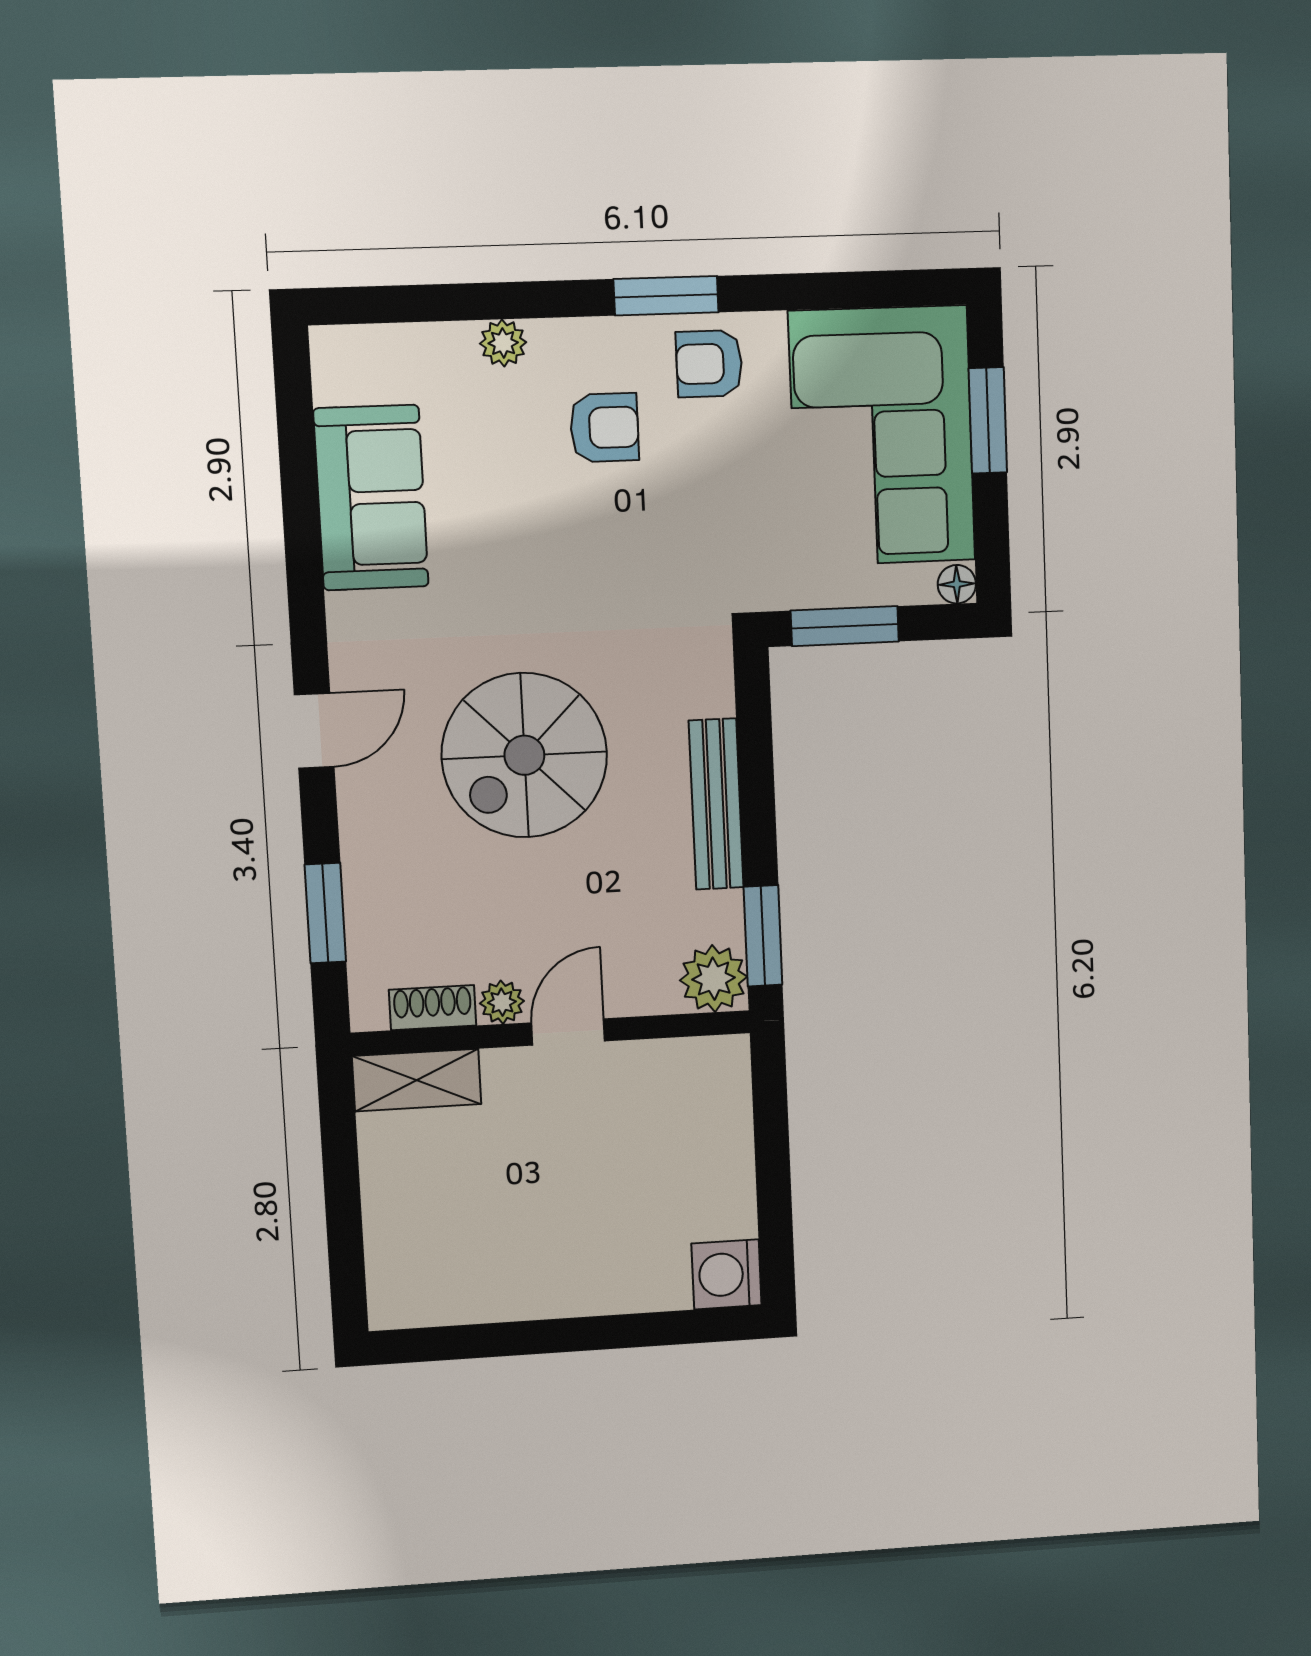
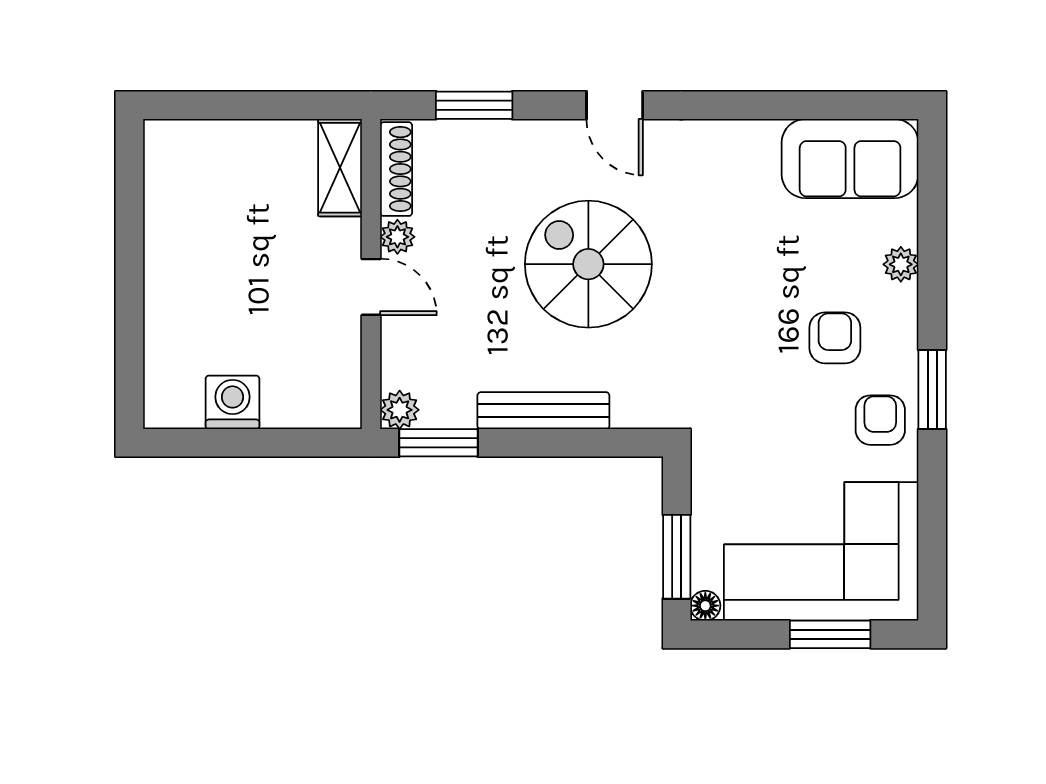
armchair: (604, 428) -> (835, 338), turned 180
sofa: (371, 498) -> (850, 159), moved
window: (845, 626) -> (677, 557), moved
plant: (714, 979) -> (400, 410), width x0.73, depth x0.73
shoe rack: (433, 1008) -> (396, 169), width x1.43
washing machine: (726, 1274) -> (232, 402), moved

